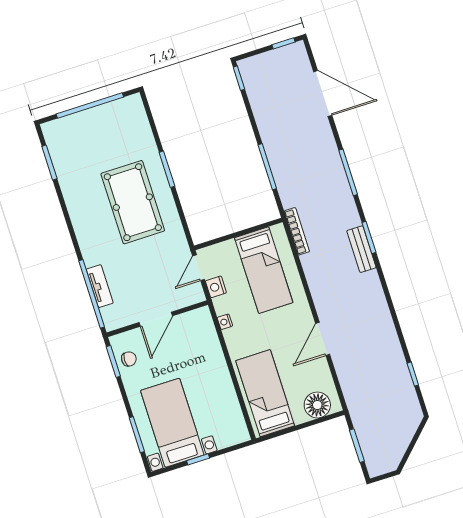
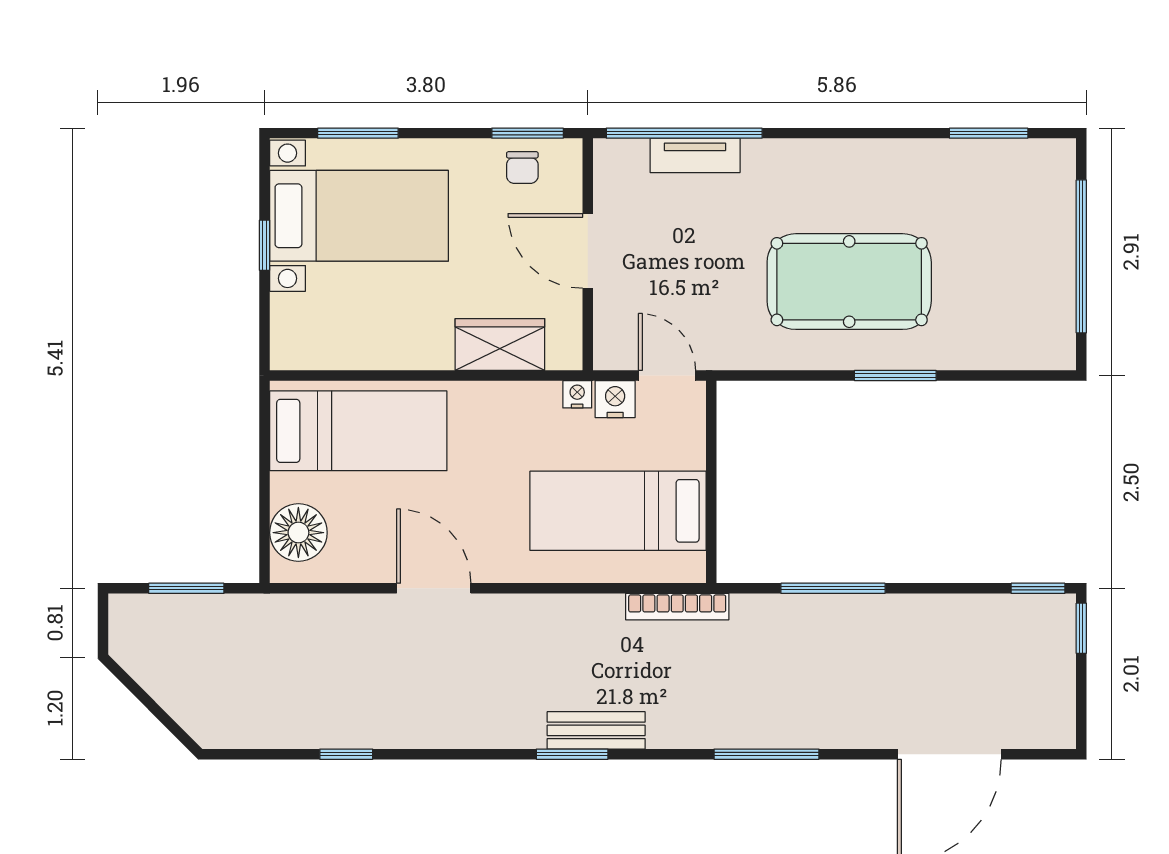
window: (284, 43) -> (1081, 628), moved
window: (369, 237) -> (572, 754), moved
nightstand: (225, 322) -> (577, 394), moved
wardrobe: (208, 344) -> (500, 345), added
window: (413, 374) -> (346, 754), moved

